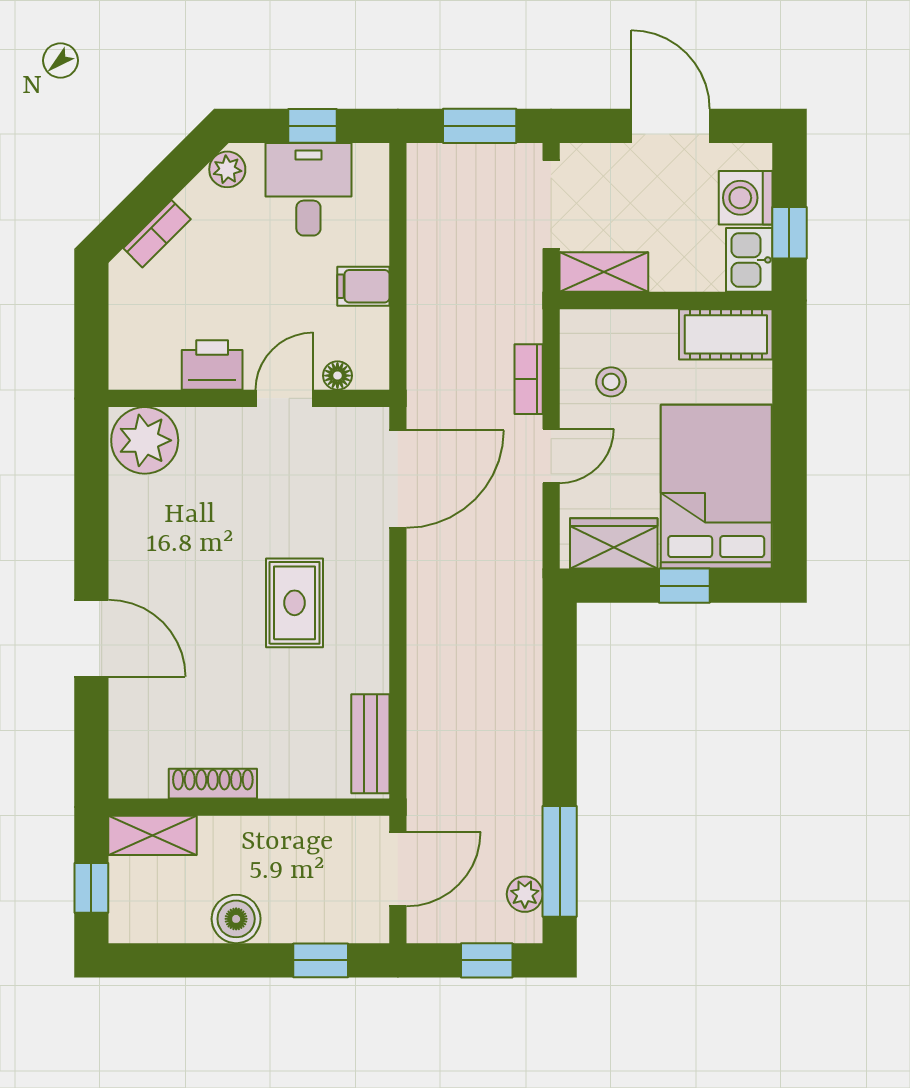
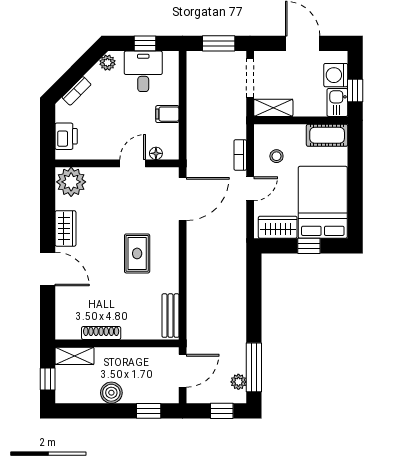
printer: (212, 365) -> (66, 136), moved, turned 90
wardrobe: (132, 546) -> (65, 228), added

